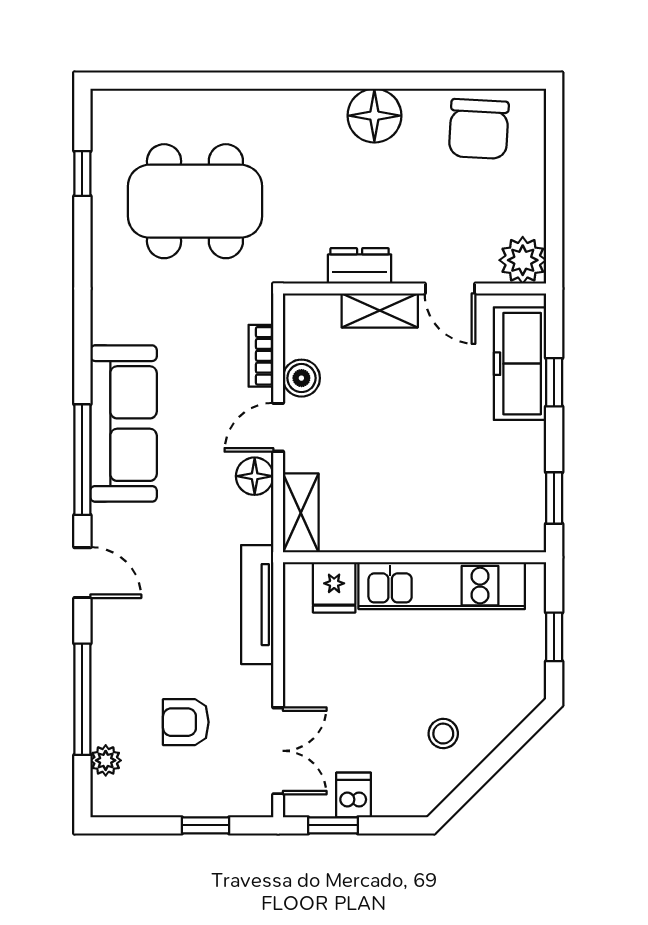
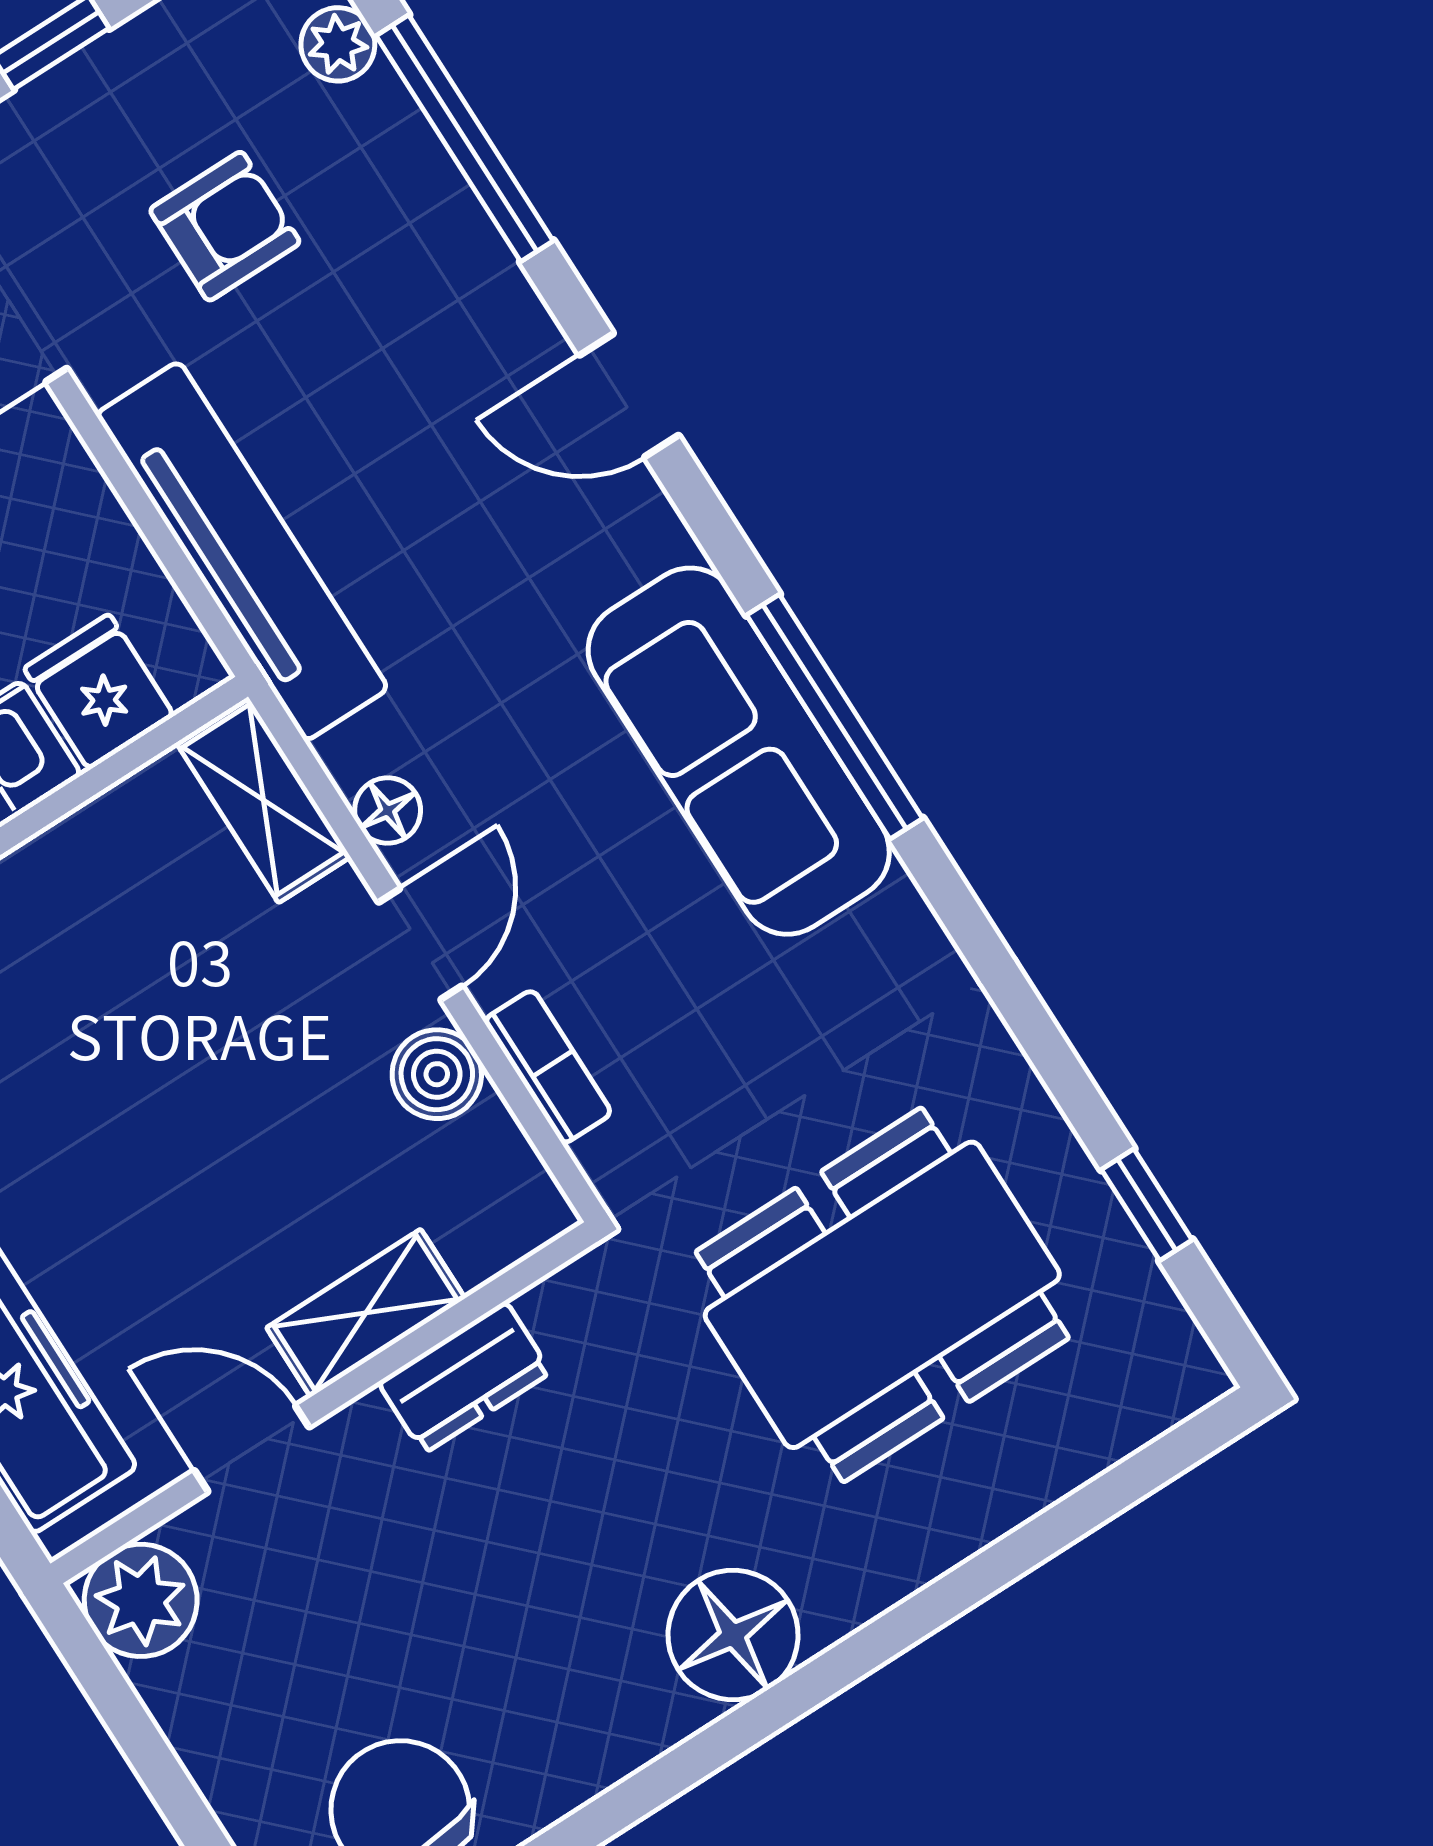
floor lamp: (374, 116) -> (733, 1635), moved
window: (82, 460) -> (835, 717), moved
floor lamp: (255, 476) -> (388, 811), width x0.73, depth x0.73
tv unit: (257, 605) -> (242, 551), width x1.36, depth x1.29

